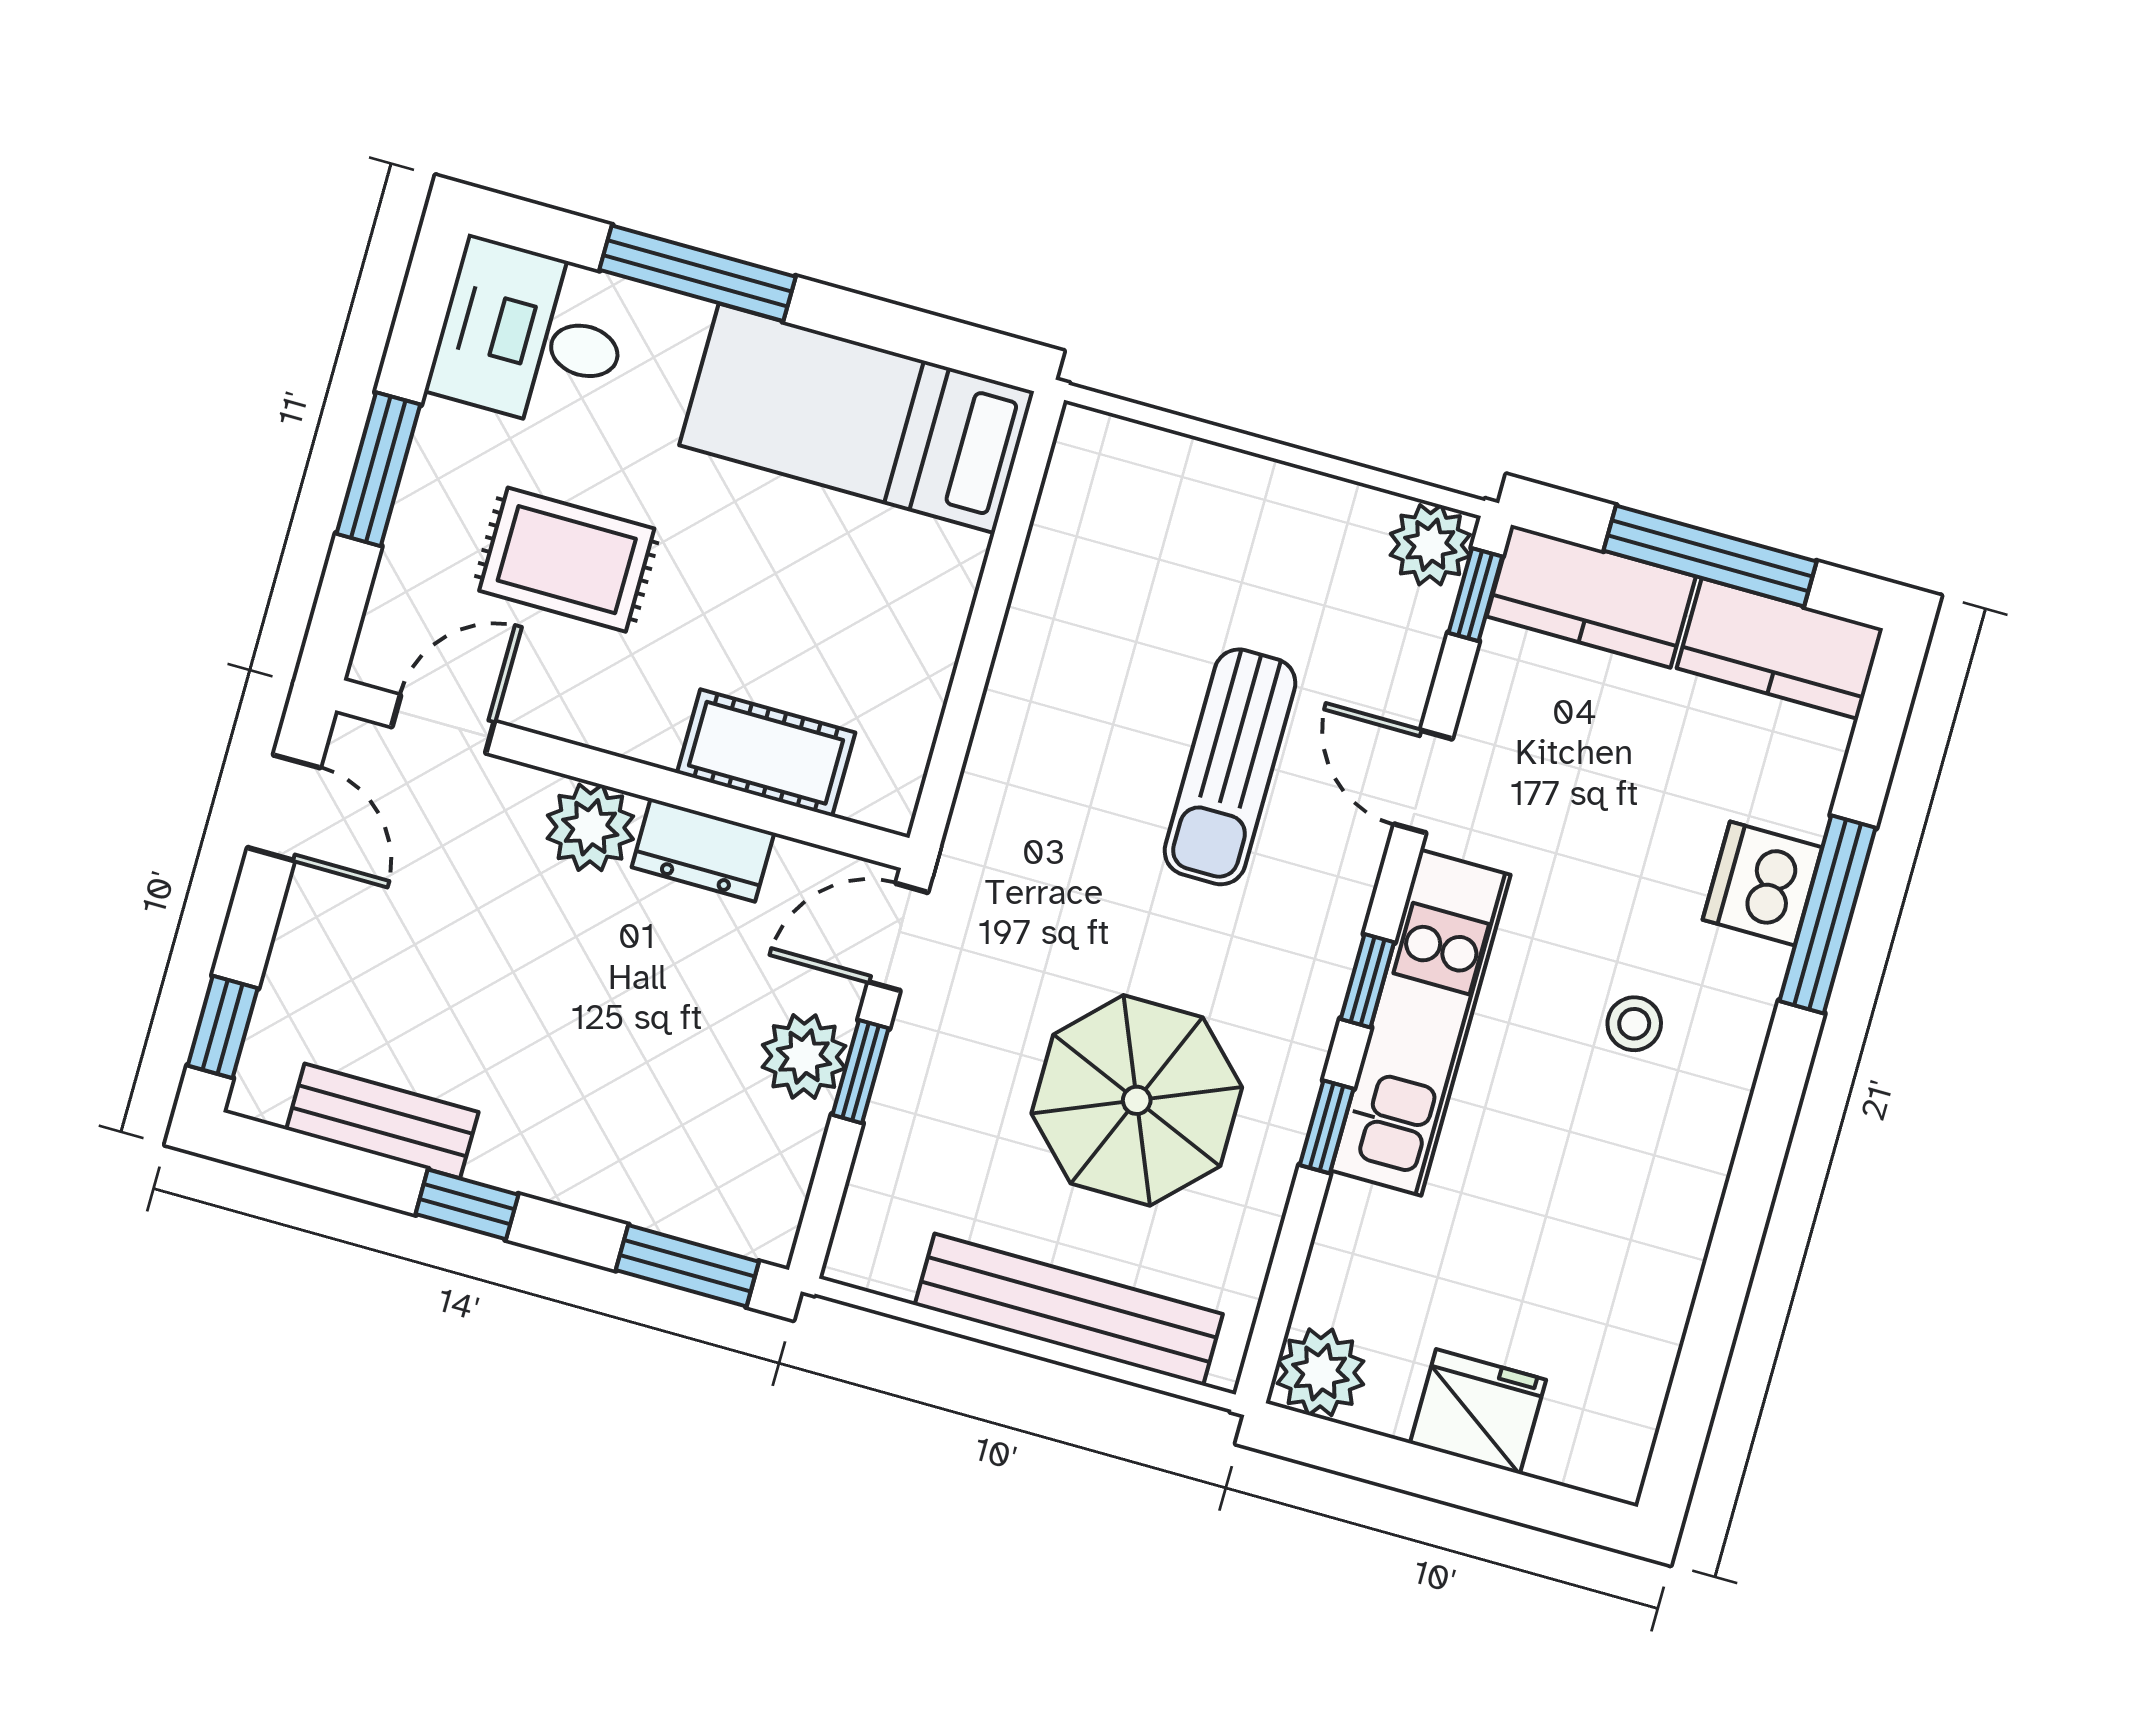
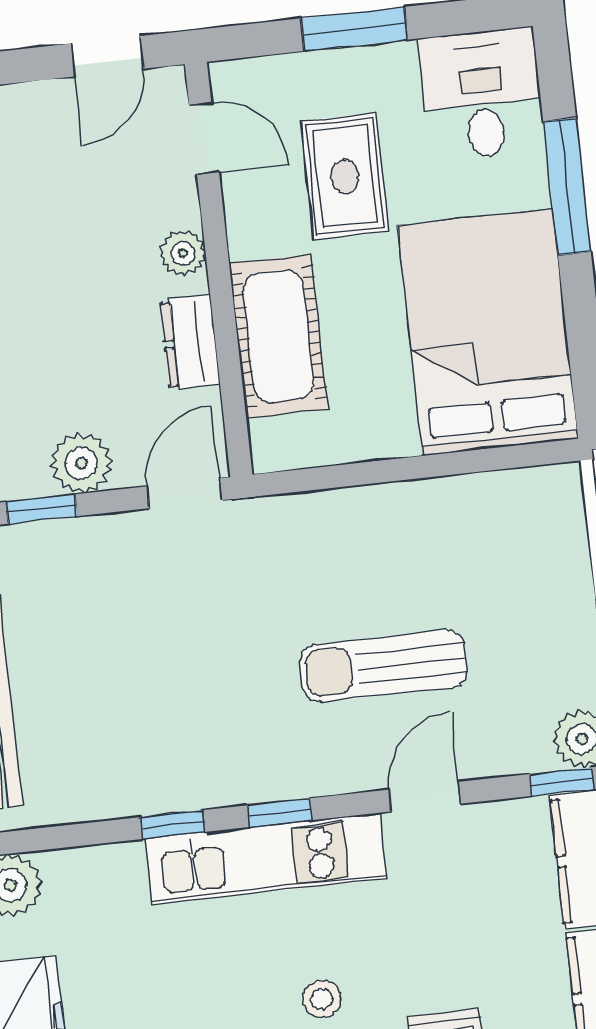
bed: (857, 418) -> (488, 332), width x1.50
cot: (766, 753) -> (279, 336), width x1.37, depth x1.34
plant: (590, 827) -> (183, 253), width x0.73, depth x0.73
door: (898, 937) -> (184, 493), hinge flipped
window: (860, 1072) -> (42, 509), moved
parasol: (1137, 1100) -> (140, 693), removed

